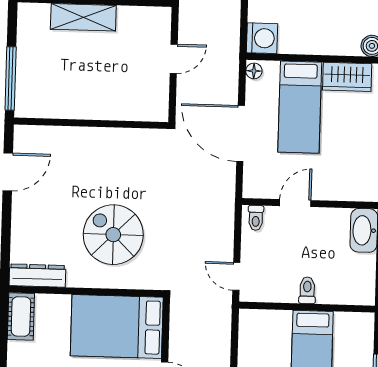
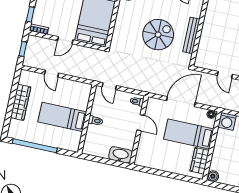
bench: (110, 137) -> (191, 35), added
spiral stairs: (113, 235) -> (158, 35), moved
door: (236, 276) -> (109, 86), swing flipped

